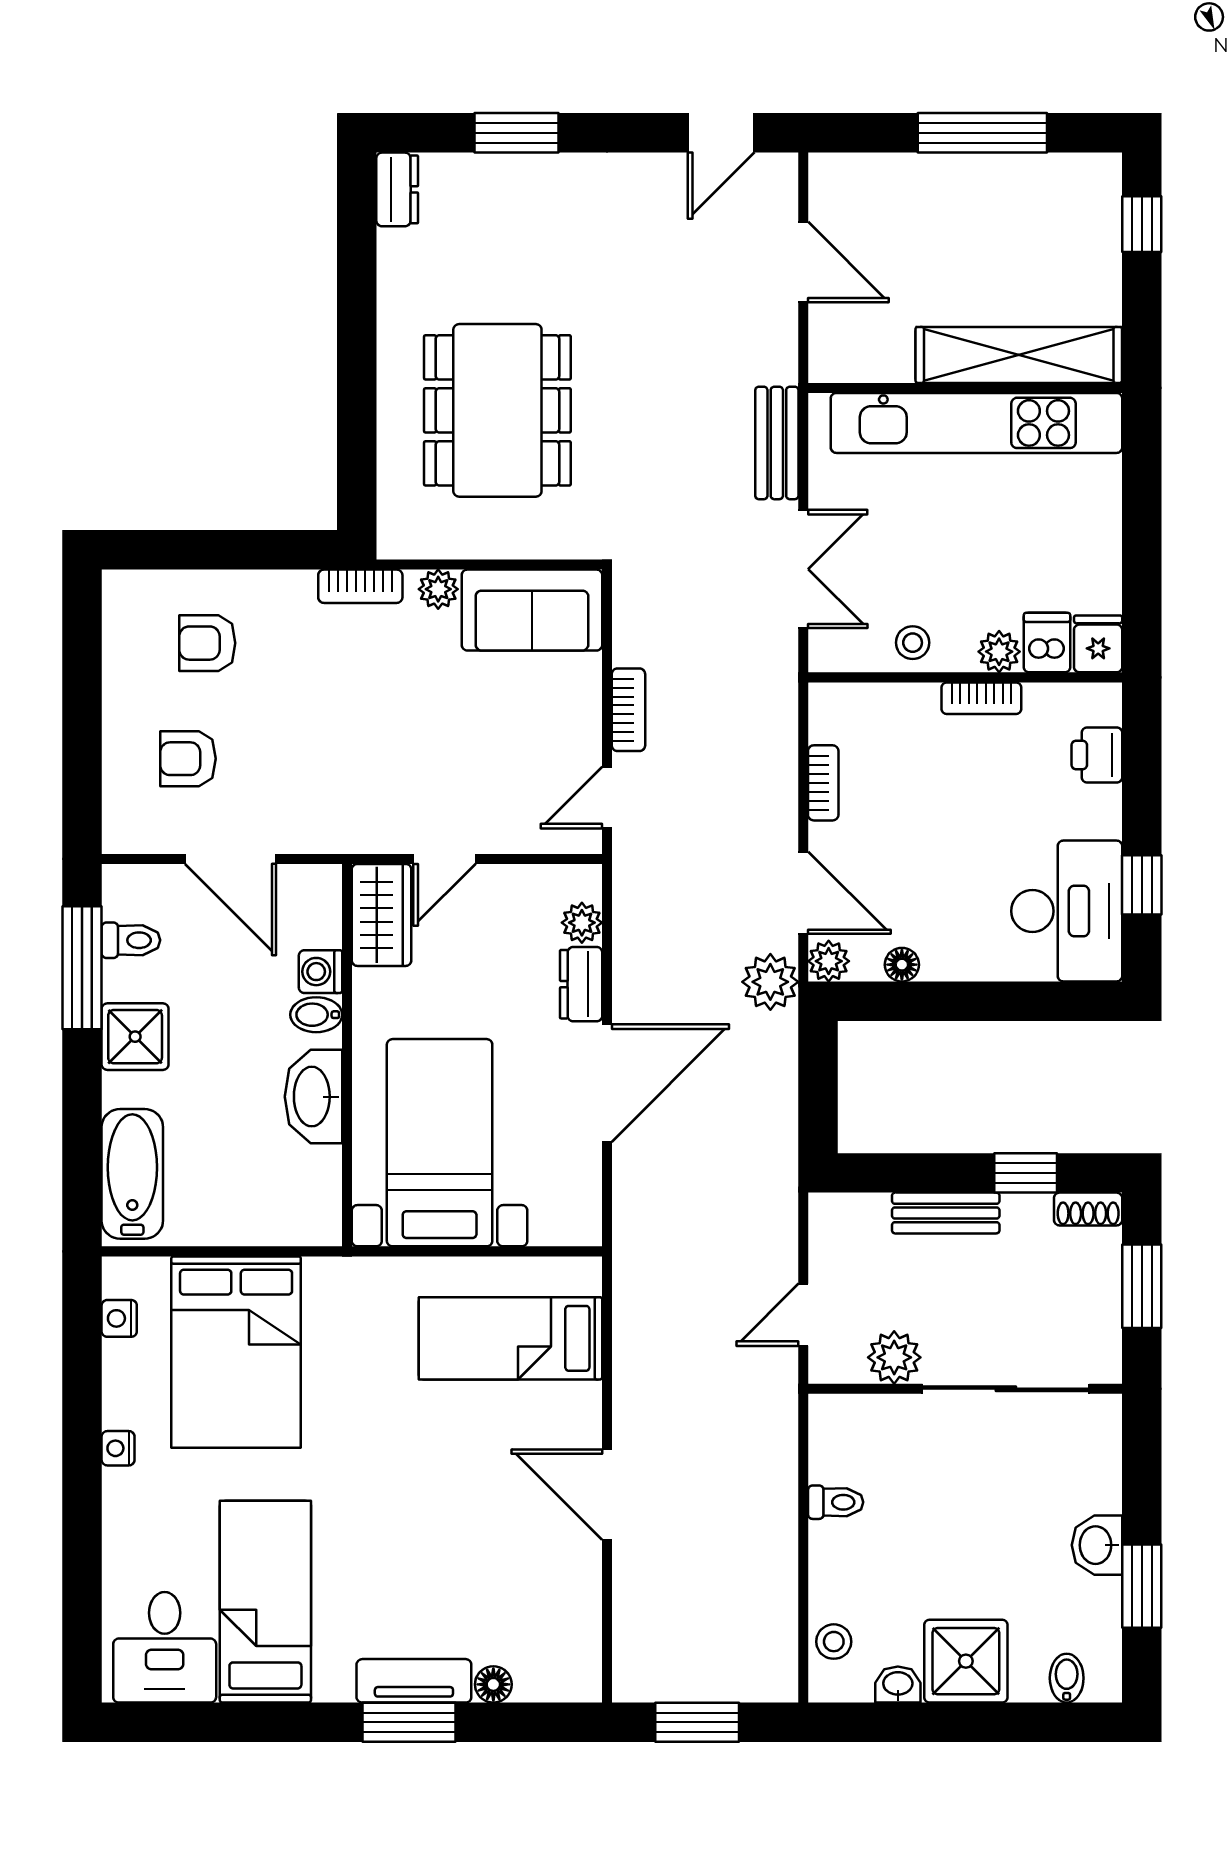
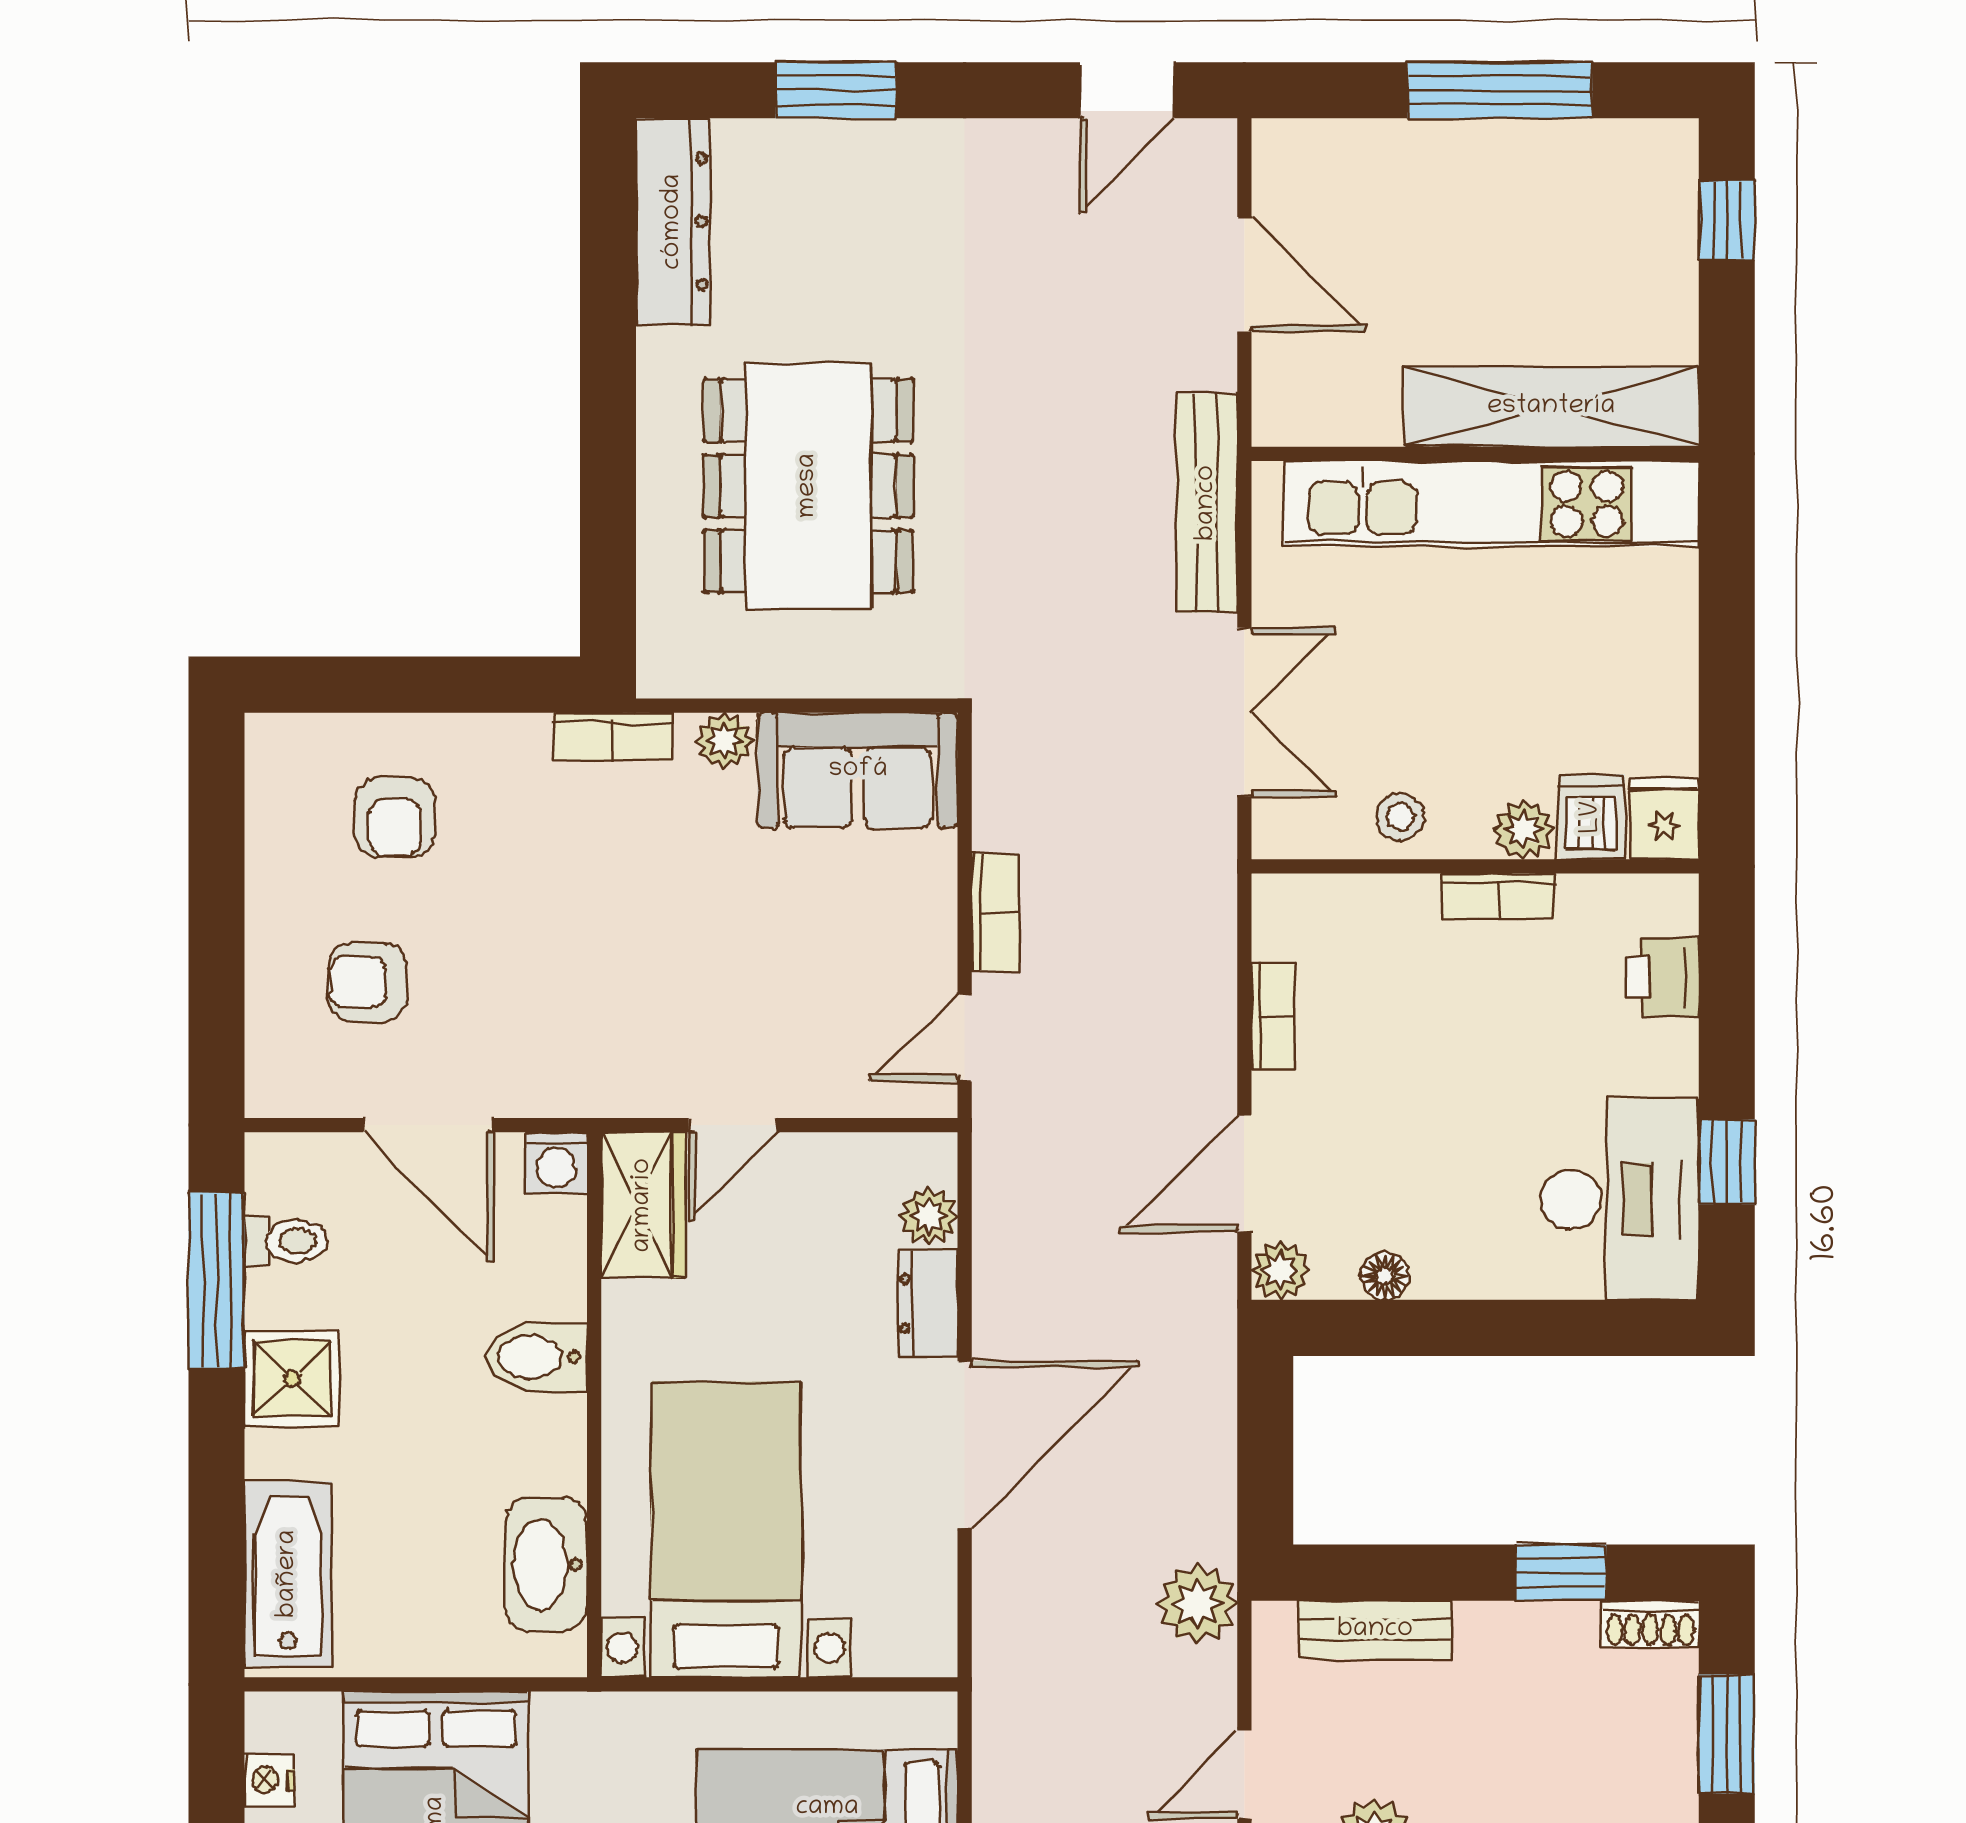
dresser: (397, 189) -> (673, 222), width x1.96, depth x1.24
bench: (777, 443) -> (1207, 503), width x1.36
armchair: (207, 643) -> (395, 817), turned -90
door: (803, 893) -> (1244, 1173), swing flipped
washing machine: (321, 972) -> (556, 1163), moved, turned -90
plant: (770, 982) -> (1197, 1604), moved
bidet: (316, 1015) -> (537, 1357), width x1.38, depth x1.36
washbasin: (313, 1097) -> (546, 1564), moved
bench: (946, 1213) -> (1375, 1630), moved

